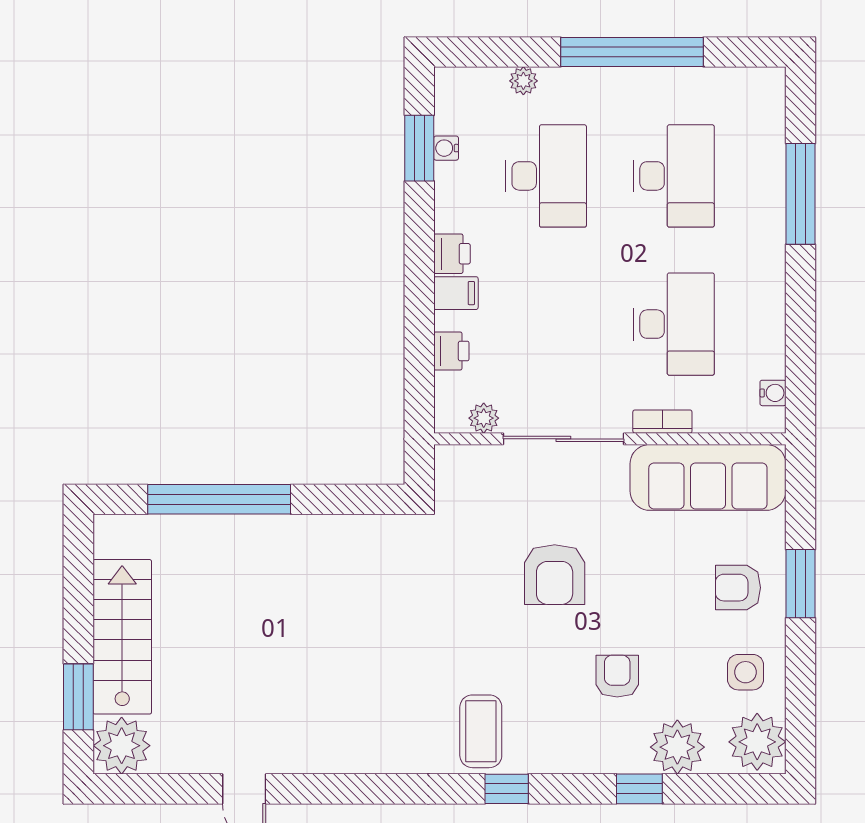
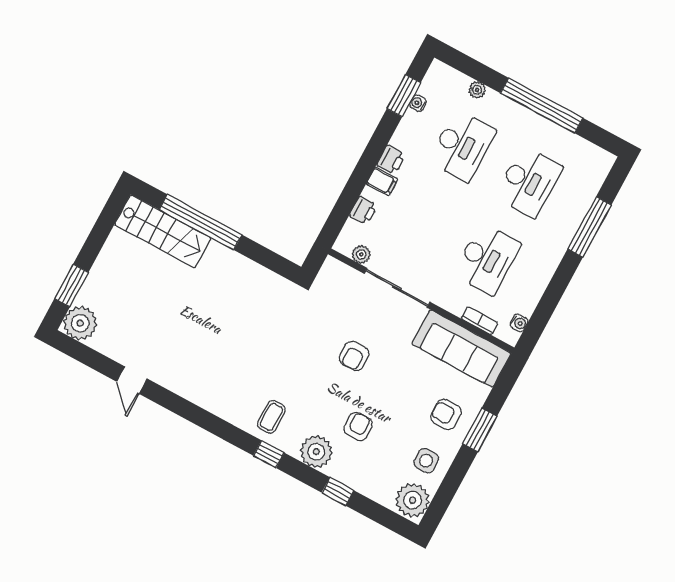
bookcase: (662, 422) -> (480, 321), moved
armchair: (555, 575) -> (354, 356), width x0.72, depth x0.72
stairs: (122, 637) -> (163, 231), moved, turned 90
coffee table: (481, 731) -> (272, 417), width x0.73, depth x0.77
plant: (677, 747) -> (316, 452), moved

